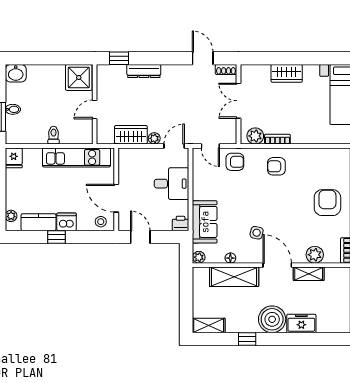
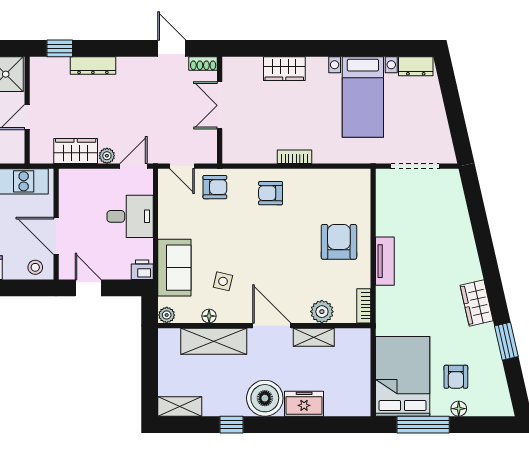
plant: (255, 136) -> (242, 153), removed
bookcase: (277, 139) -> (294, 157), moved
side table: (257, 233) -> (223, 281), moved

